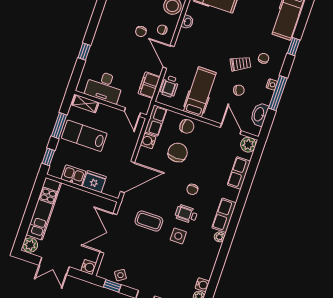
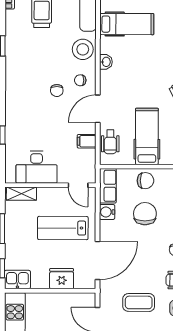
door: (168, 57) -> (98, 109), hinge flipped
filing cabinet: (149, 85) -> (87, 141), width x0.50
lab bench: (84, 136) -> (63, 228), moved
kitchen sink: (74, 175) -> (17, 280), moved

